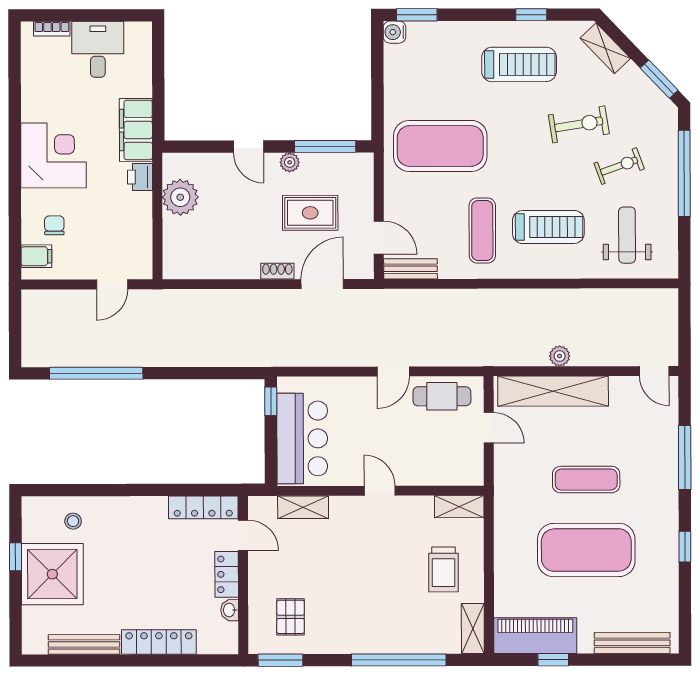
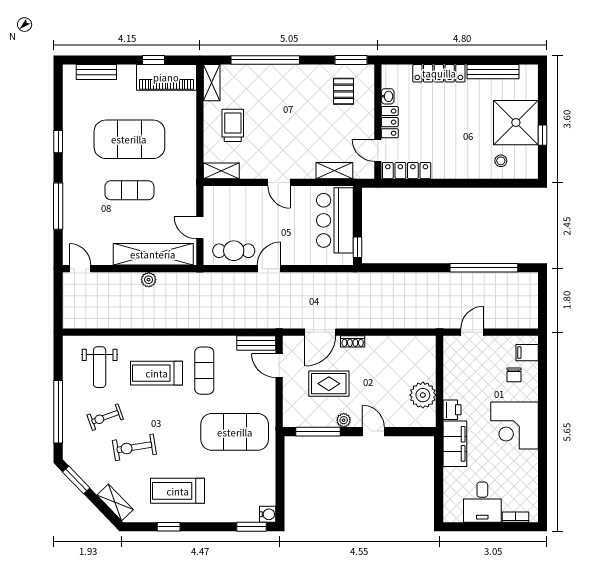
bench: (632, 643) -> (96, 72), width x0.73

